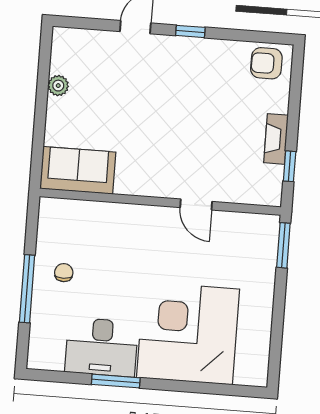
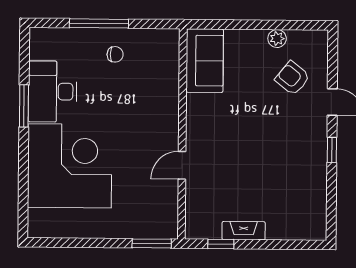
armchair: (266, 63) -> (293, 78), moved, turned -51

